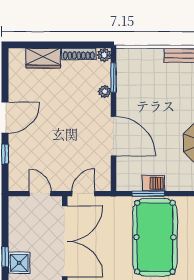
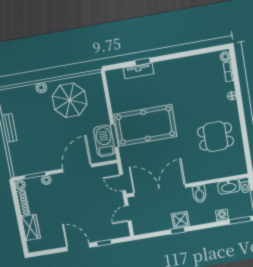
barbecue: (153, 183) -> (104, 141), width x1.88, depth x1.53

